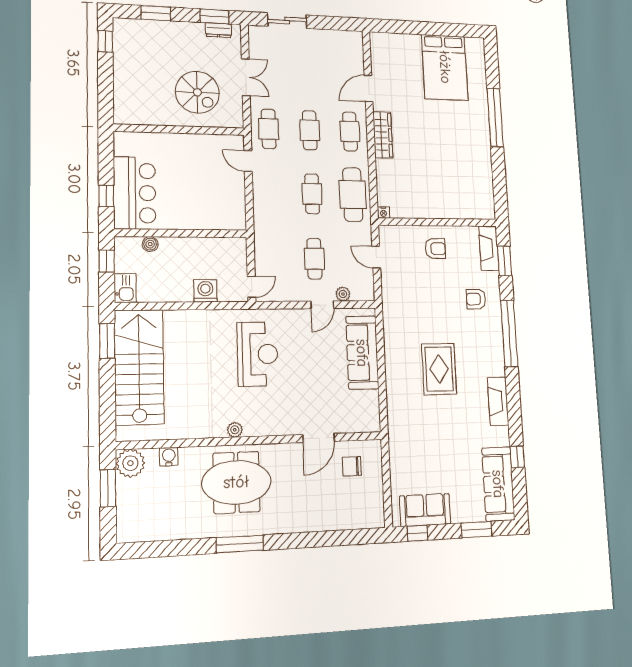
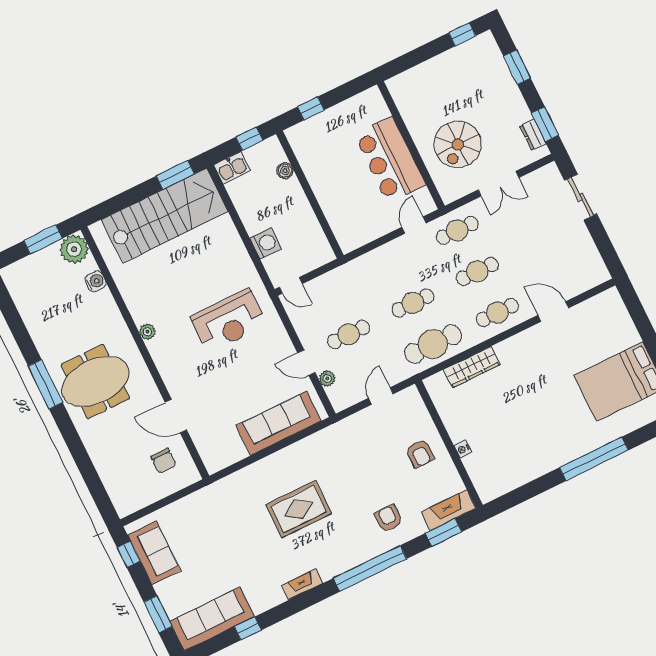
wardrobe: (383, 135) -> (472, 367), moved
bar counter: (135, 193) -> (390, 160), moved, turned 90
nightstand: (383, 212) -> (463, 449), moved
fireplace: (498, 401) -> (302, 584), width x0.73, depth x0.76
chair: (352, 466) -> (164, 461), turned 180
meeting table: (236, 482) -> (95, 381), moved, turned 90

